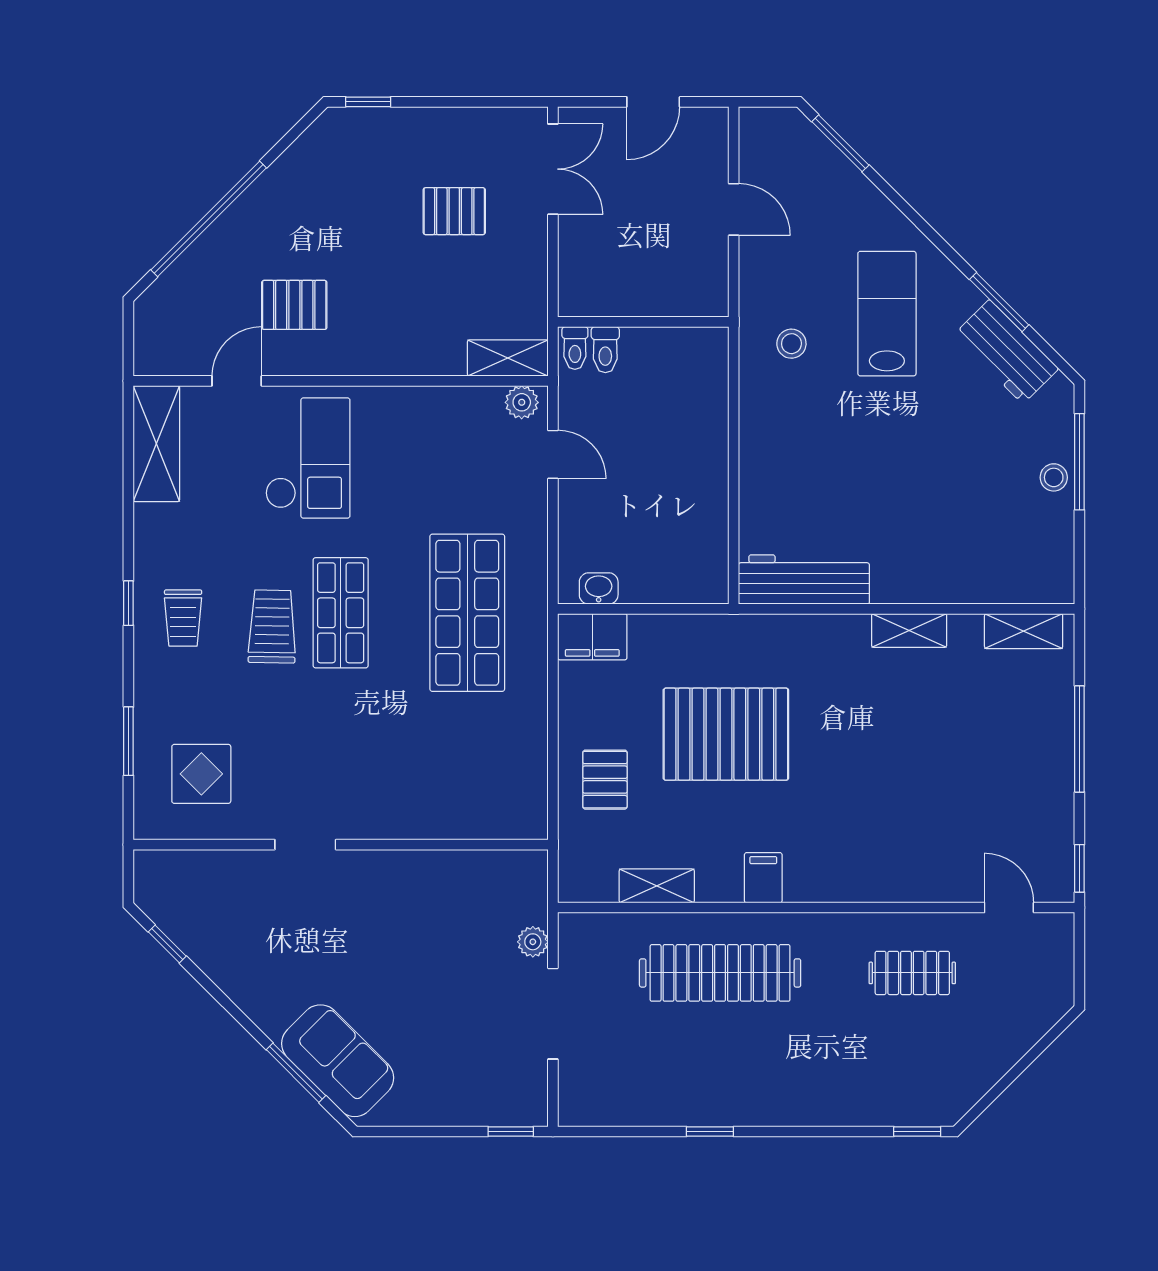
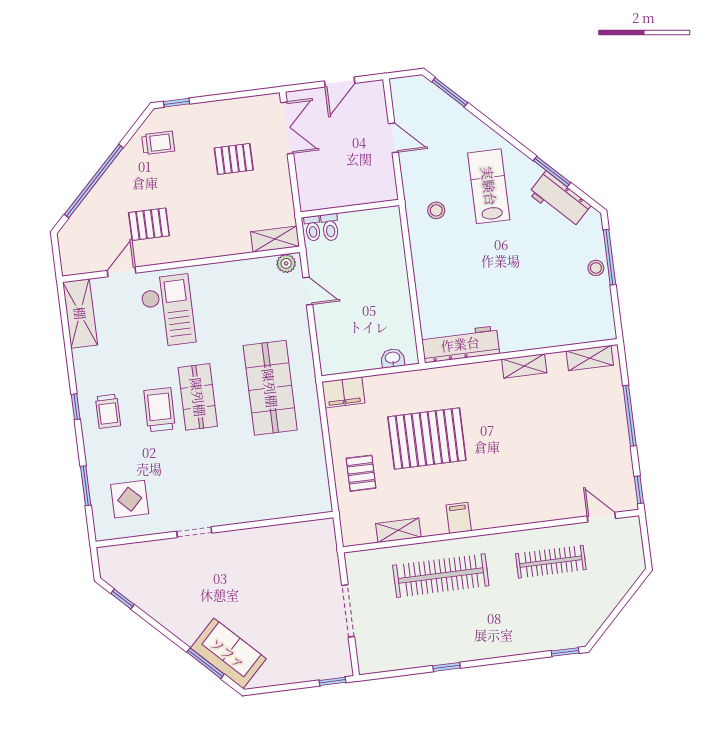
trolley: (328, 167) -> (158, 143), added
washbasin: (599, 588) -> (393, 358), moved
plant: (533, 942) -> (331, 571), removed
clothes rail: (912, 973) -> (551, 562), width x1.36

